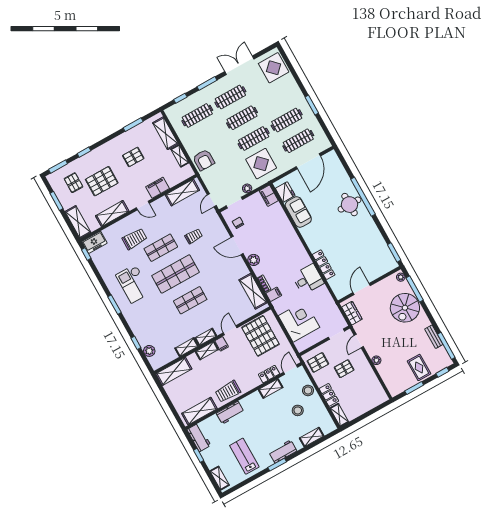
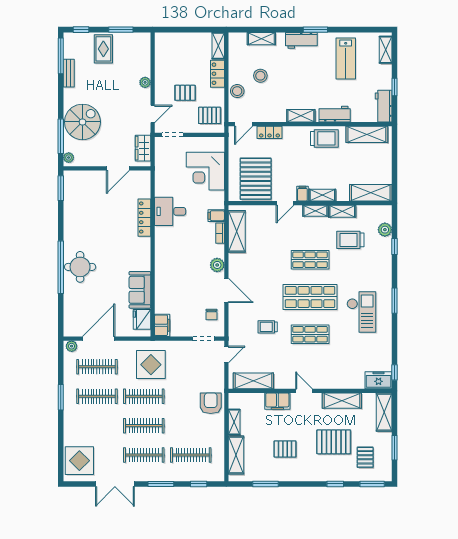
plant: (247, 188) -> (72, 346), moved
trolley: (135, 239) -> (350, 240), moved
shelving: (271, 389) -> (301, 116), moved

